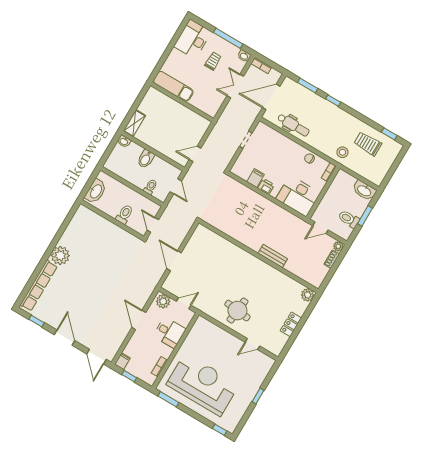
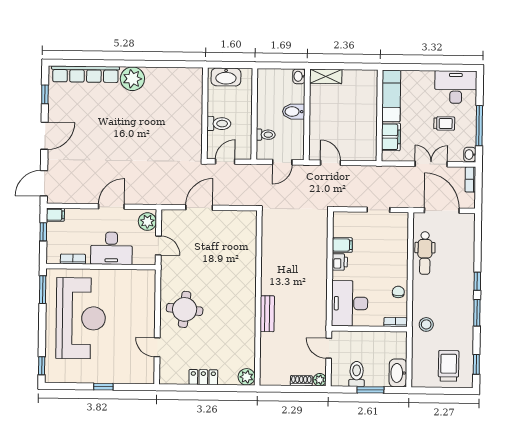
window: (308, 85) -> (477, 313), moved
filing cabinet: (201, 103) -> (391, 137), added
trolley: (368, 144) -> (449, 366), moved
desk: (169, 332) -> (111, 248), width x1.37

